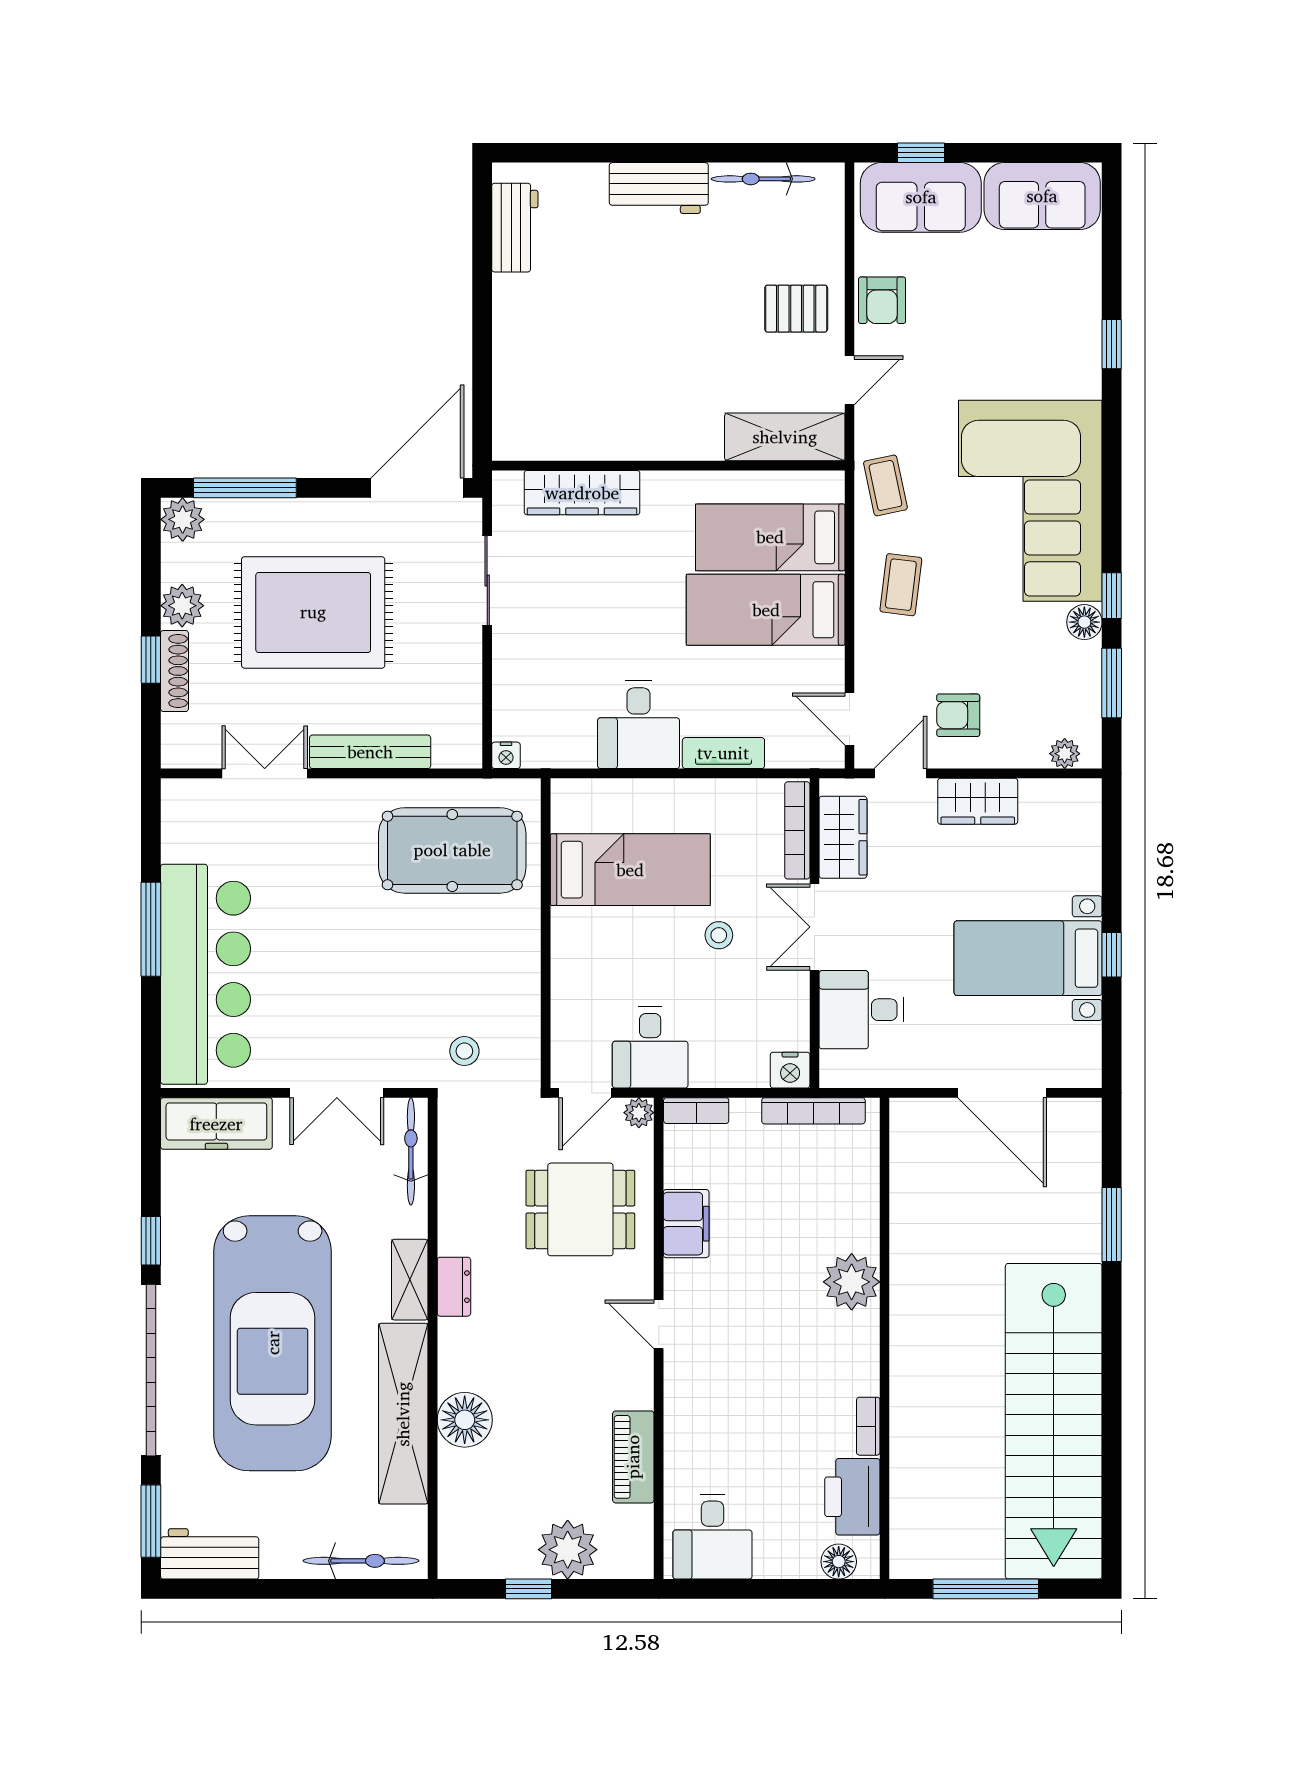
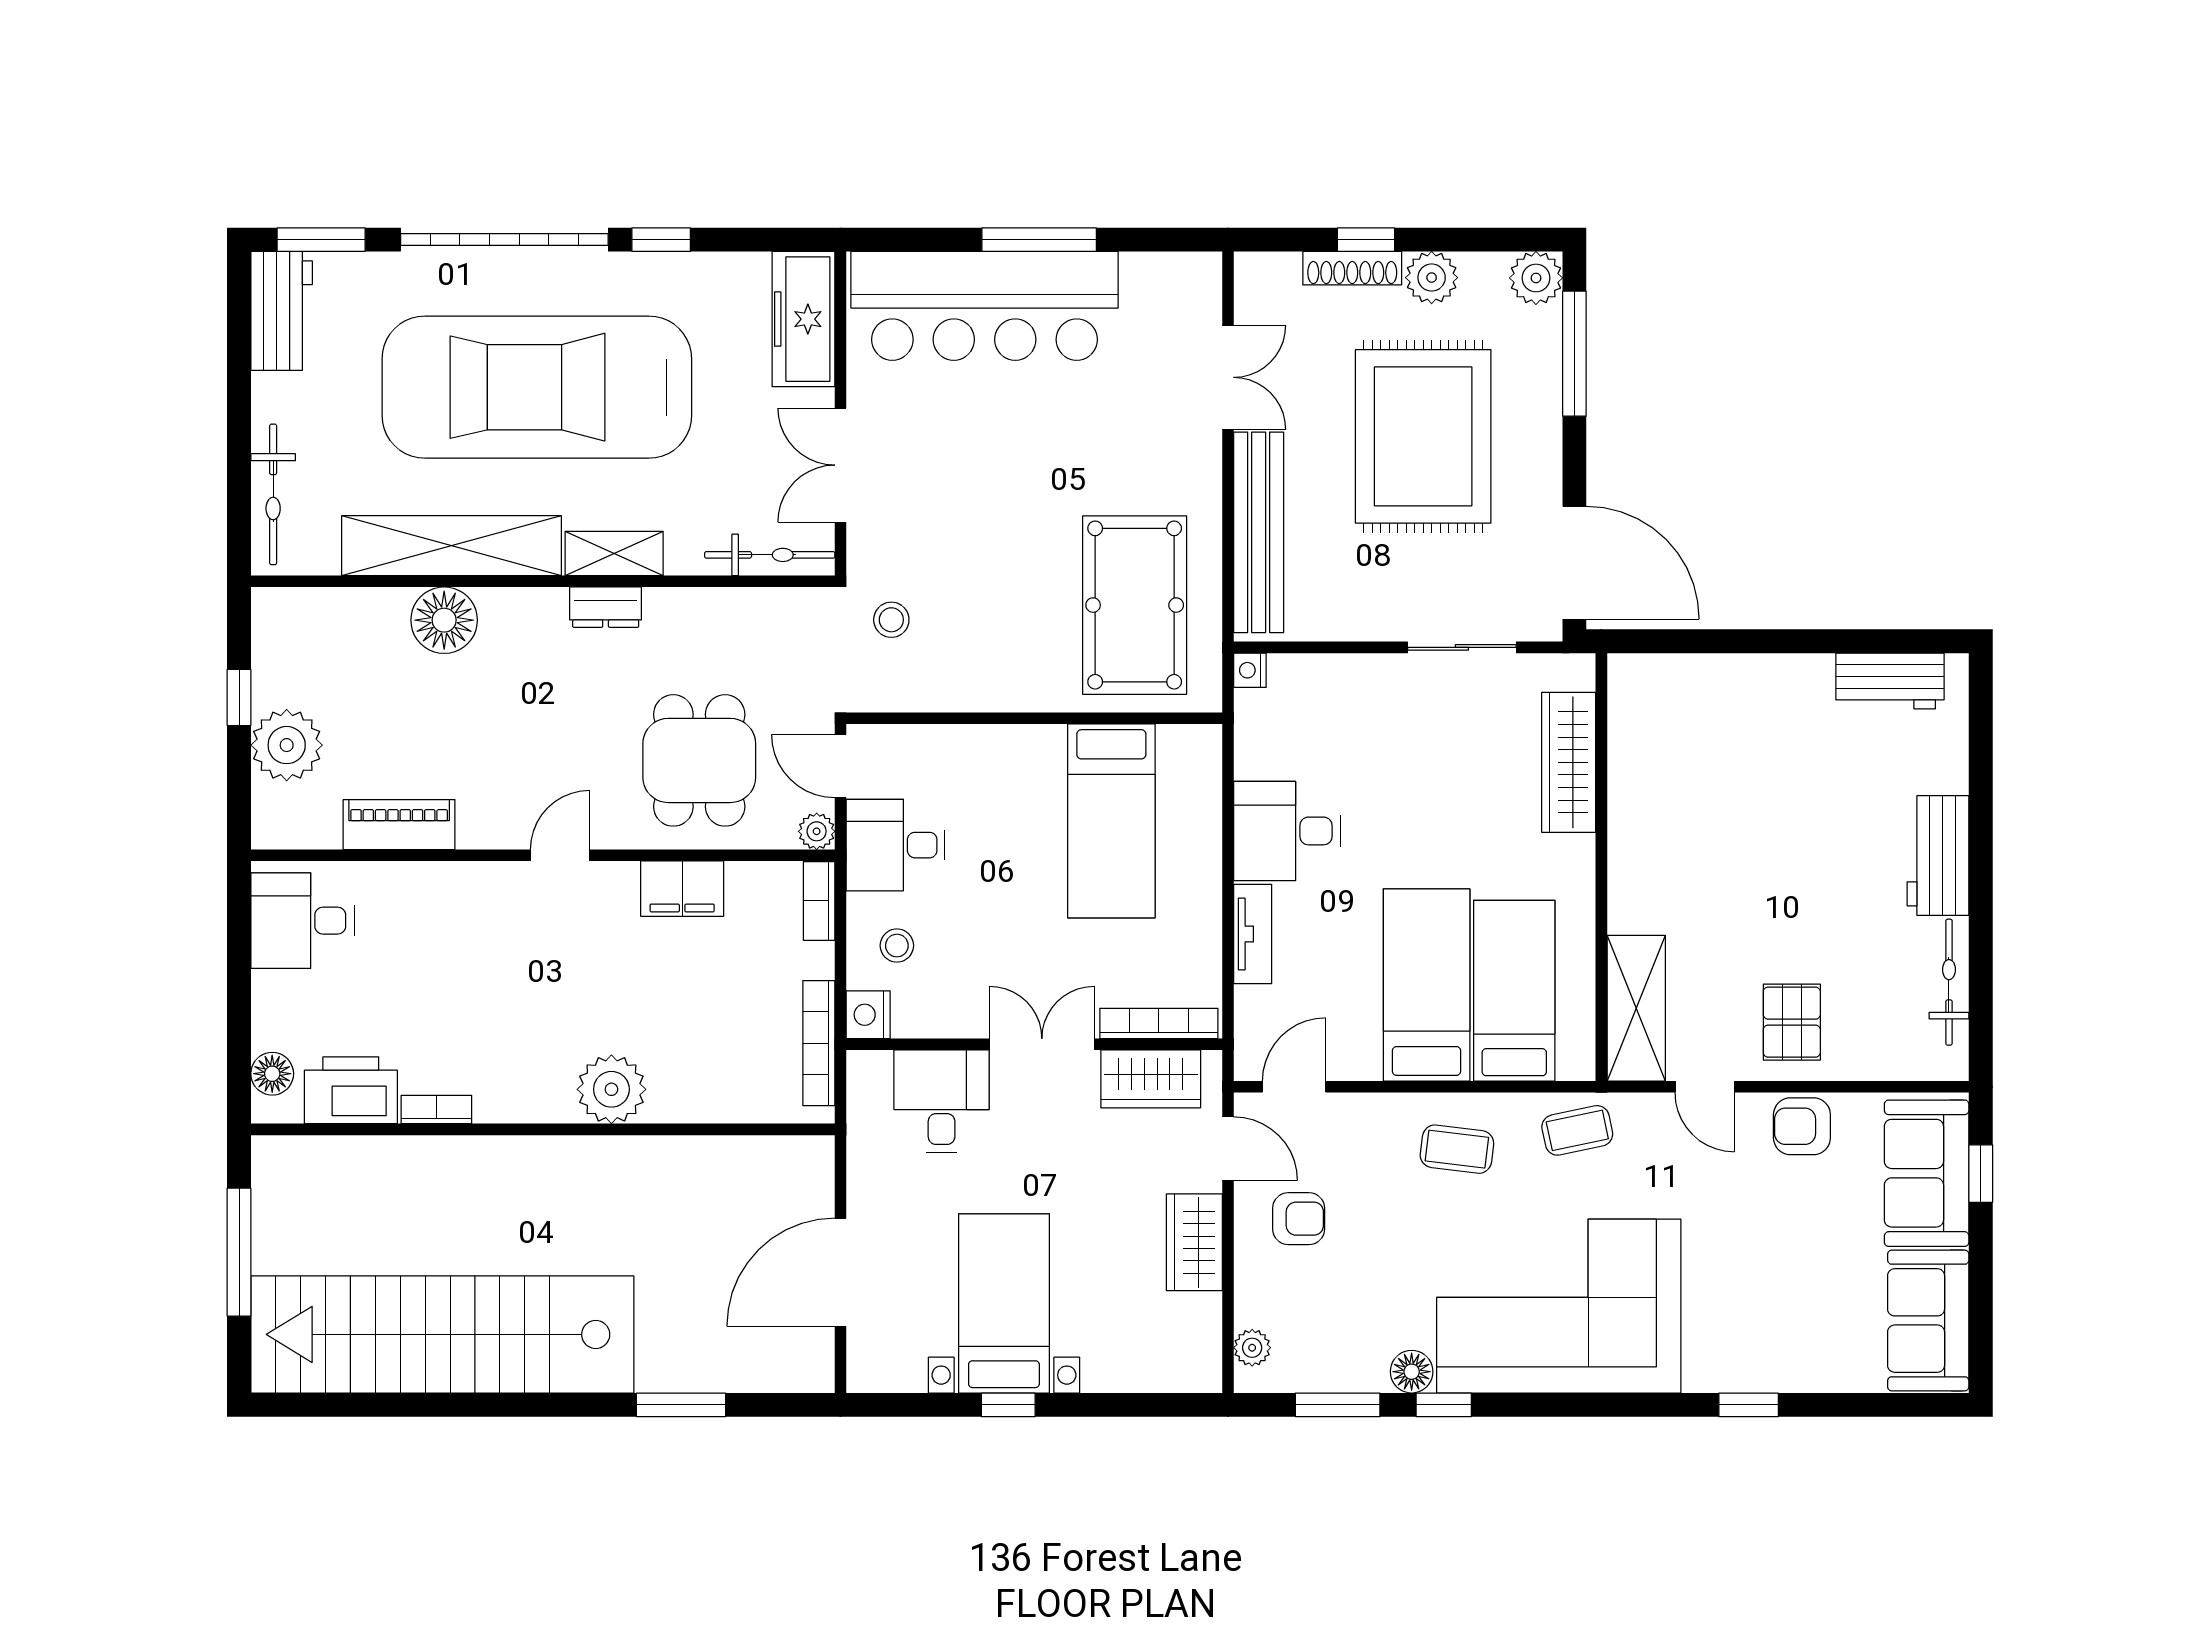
armchair: (958, 715) -> (1299, 1219), turned 90
bench: (370, 752) -> (1259, 532), width x1.37, depth x1.21
stool: (719, 935) -> (897, 946), moved

